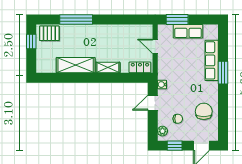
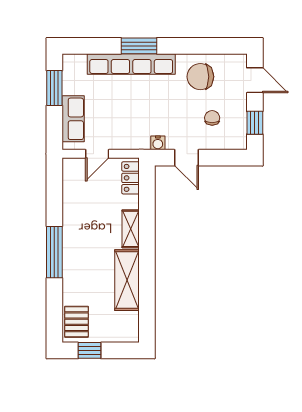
window: (76, 19) -> (54, 252), moved
window: (177, 19) -> (54, 88), moved
row of seats: (188, 31) -> (73, 119), moved
row of seats: (212, 60) -> (131, 64), width x1.36
plant: (162, 131) -> (232, 142), removed

